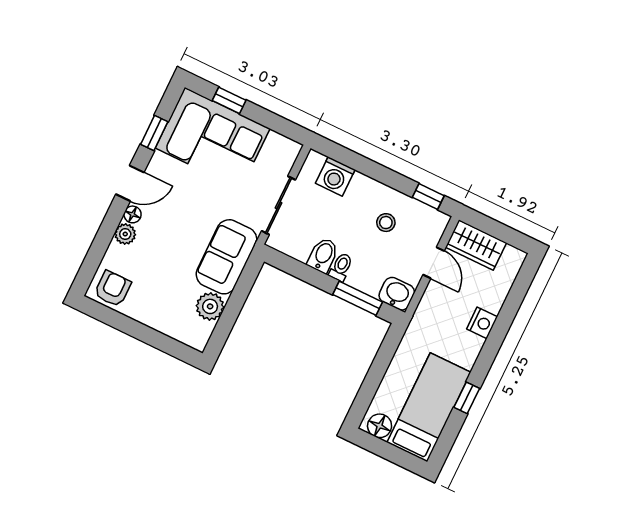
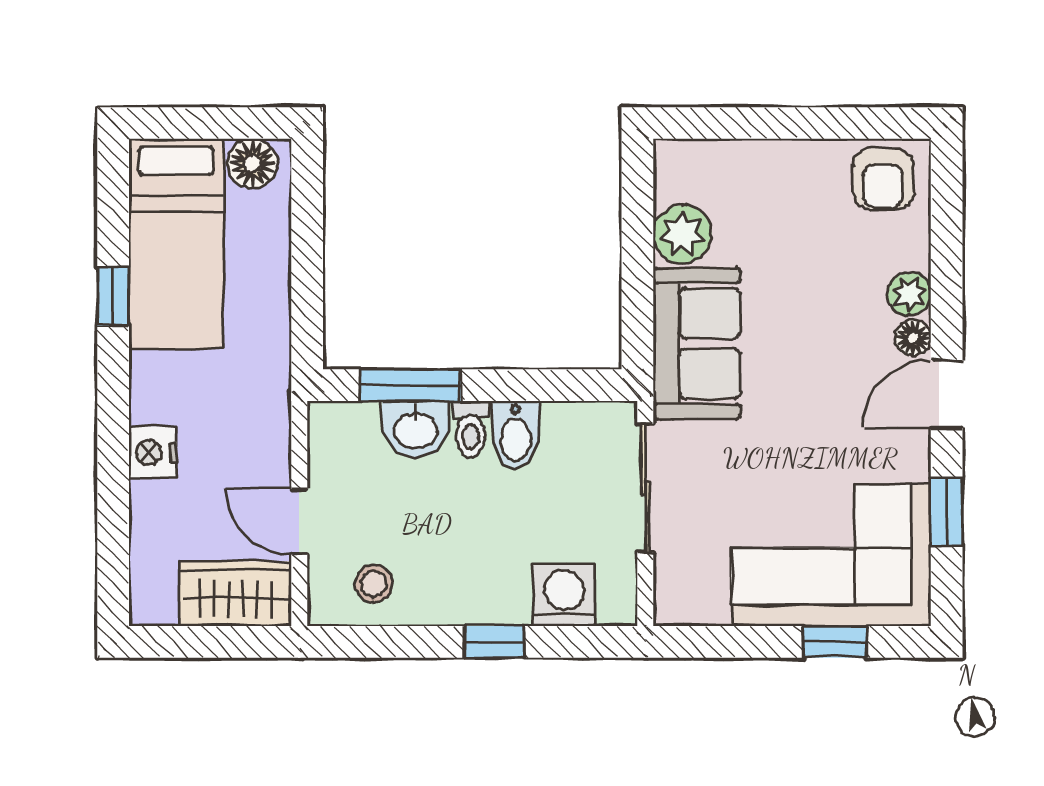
window: (428, 197) -> (494, 642), moved
stool: (386, 223) -> (374, 584), moved
washbasin: (397, 294) -> (416, 429), moved

